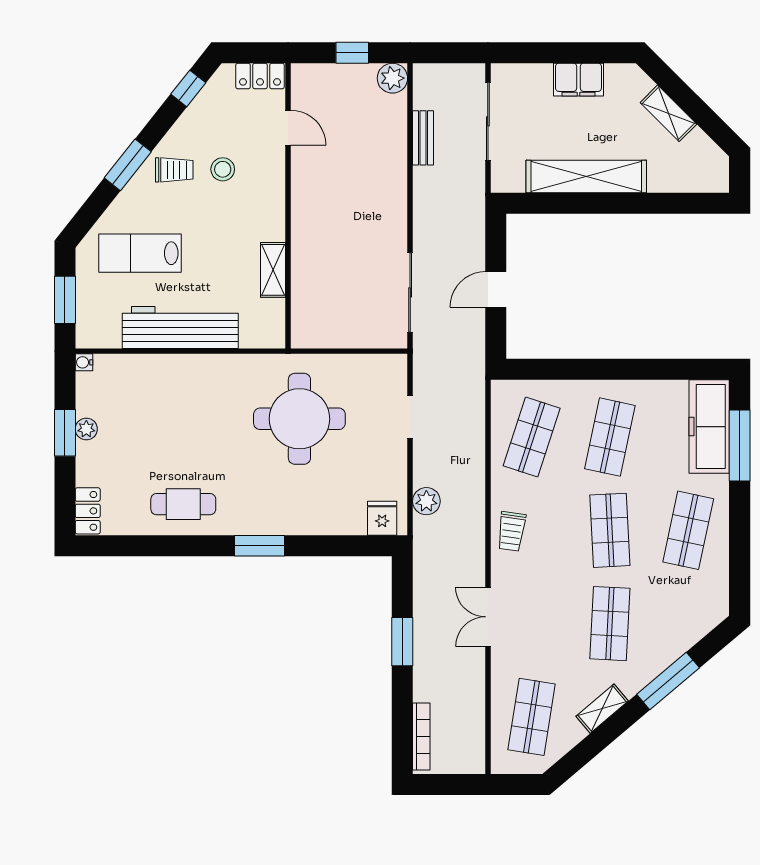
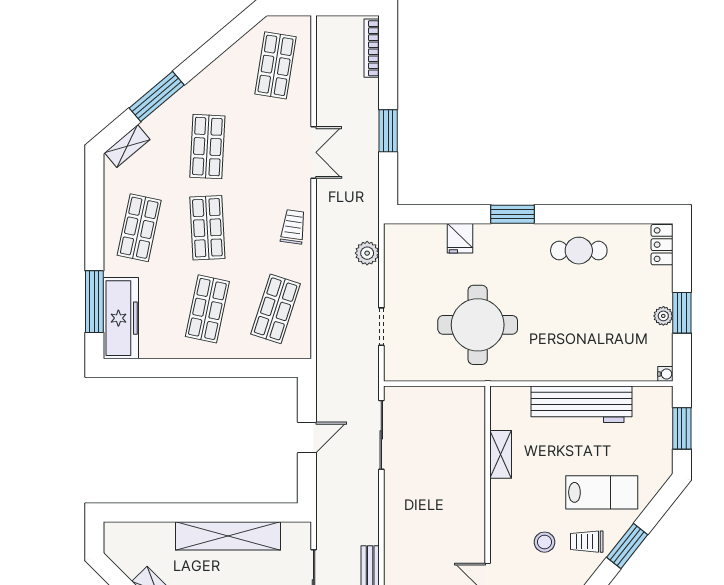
lab bench: (140, 253) -> (602, 492), moved
fridge: (382, 518) -> (460, 238), moved
shelving: (602, 709) -> (127, 146), moved

